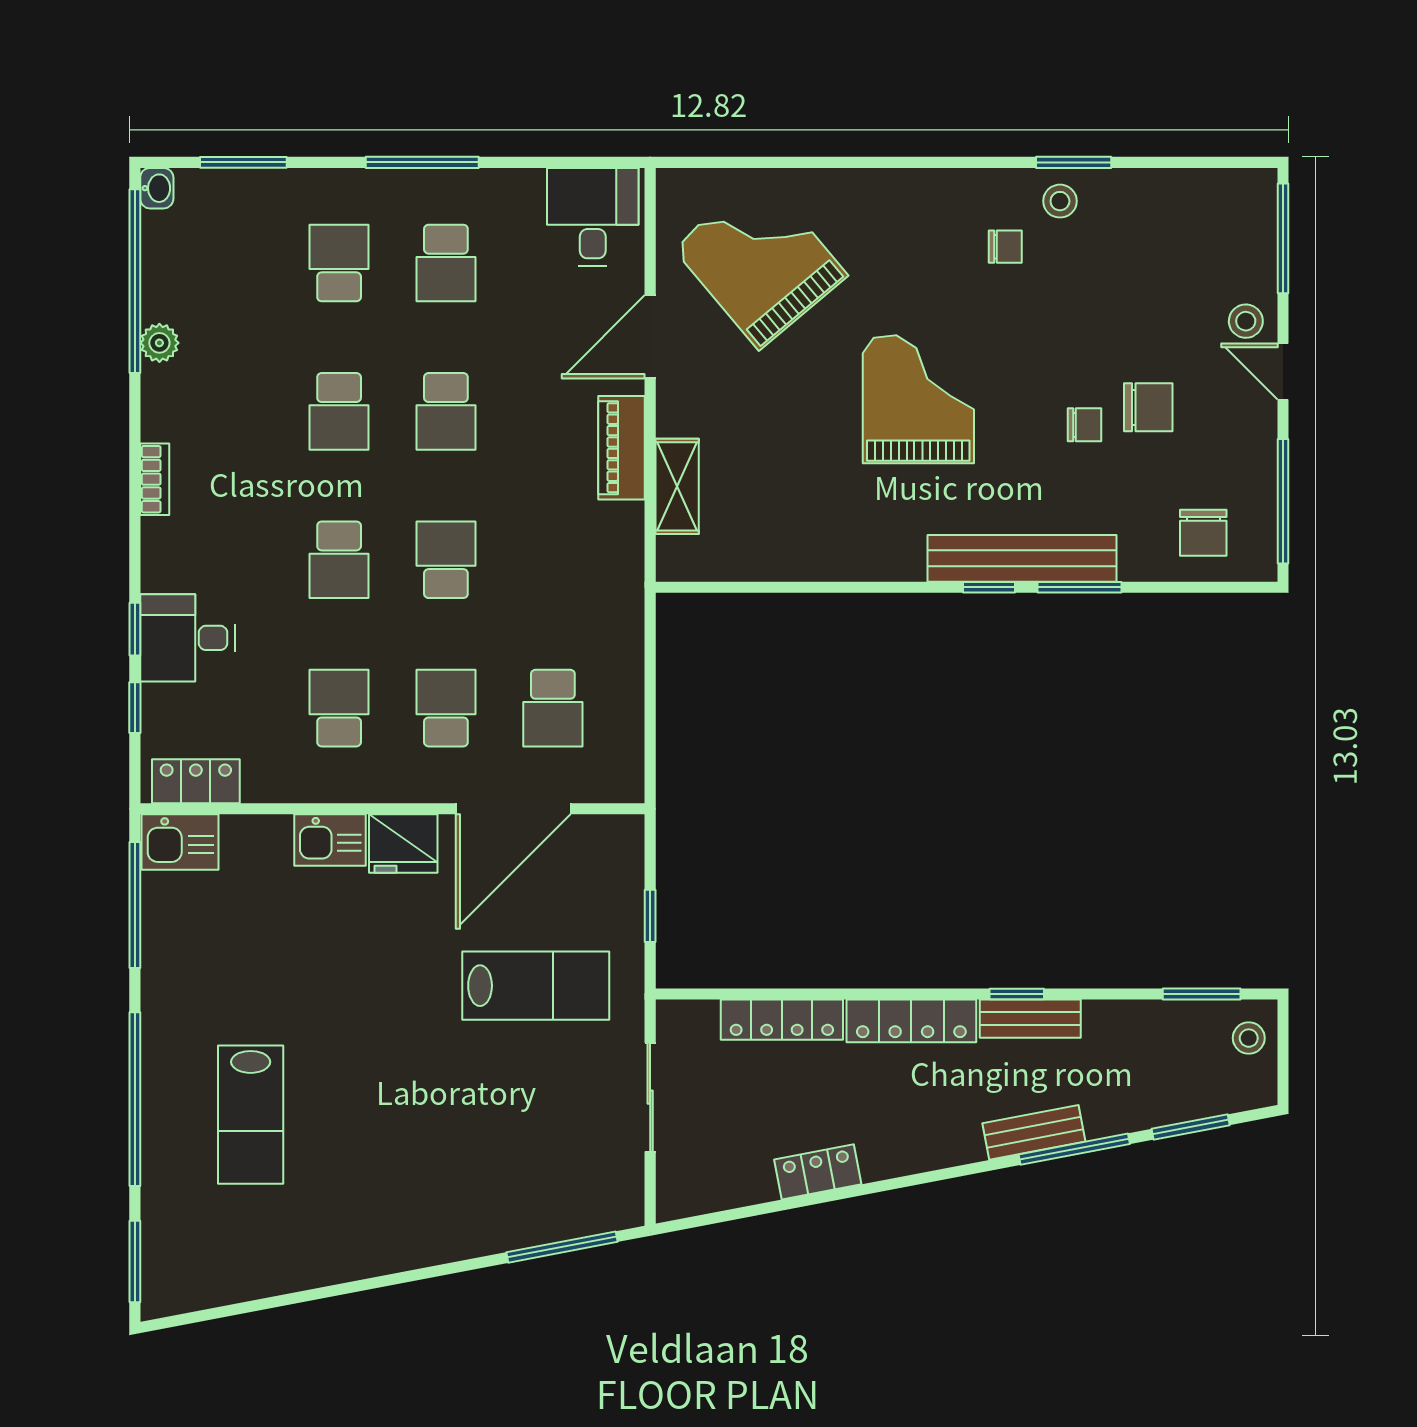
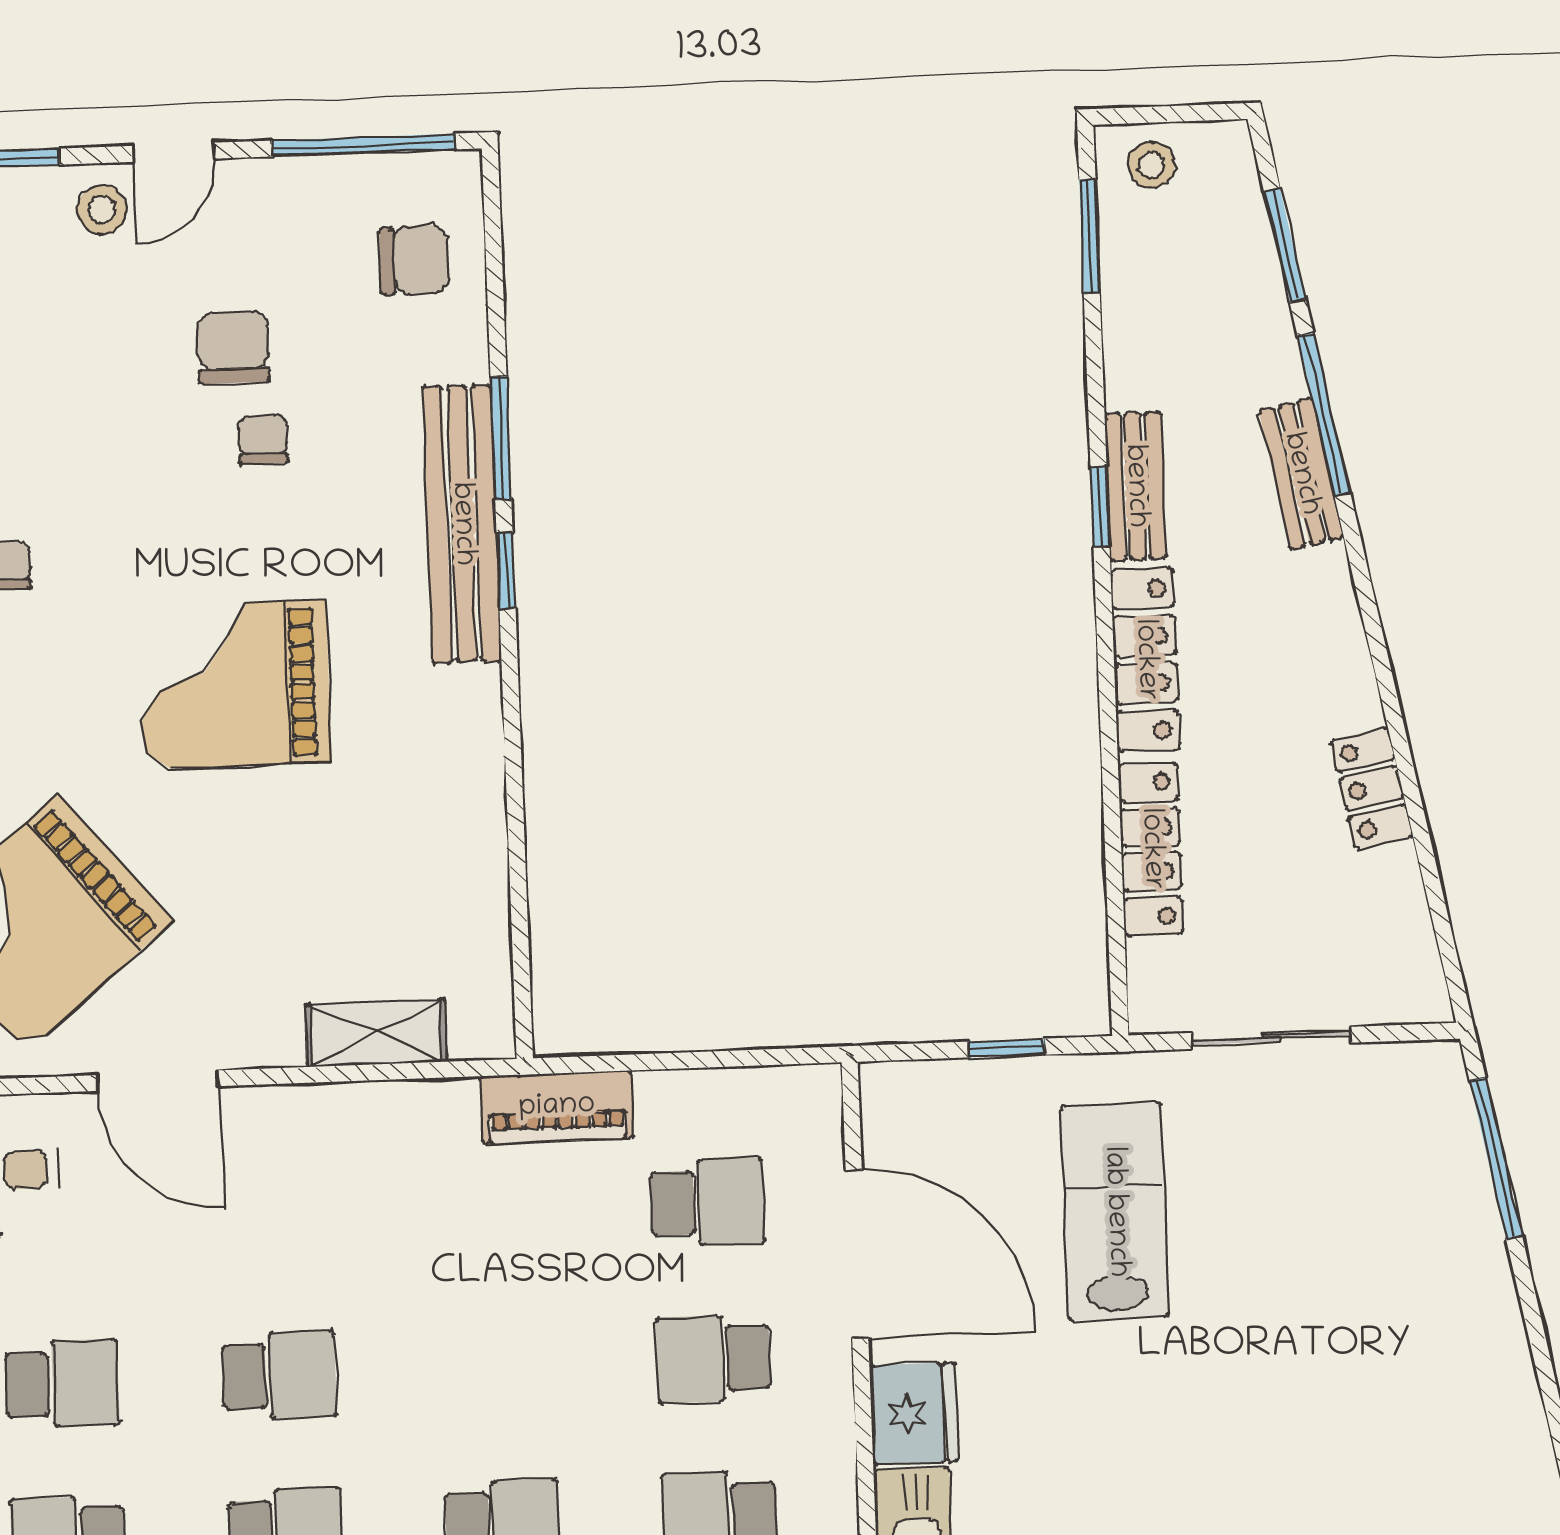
piano: (622, 448) -> (557, 1107), moved
school desk: (446, 560) -> (496, 1367), removed

